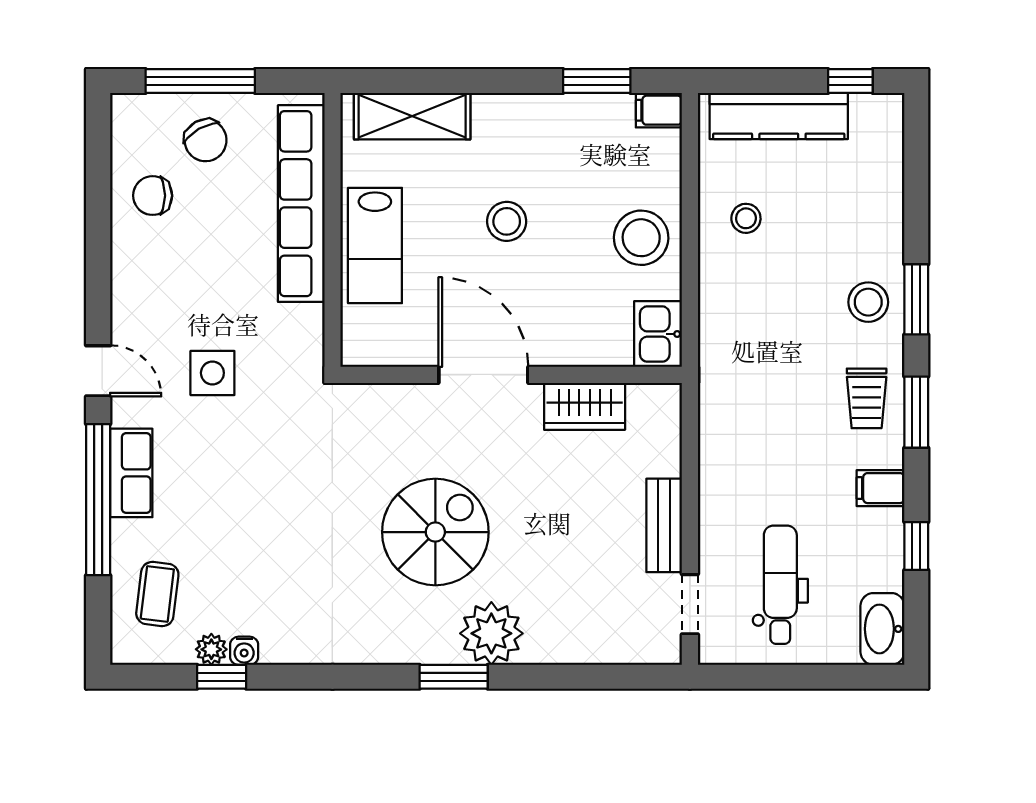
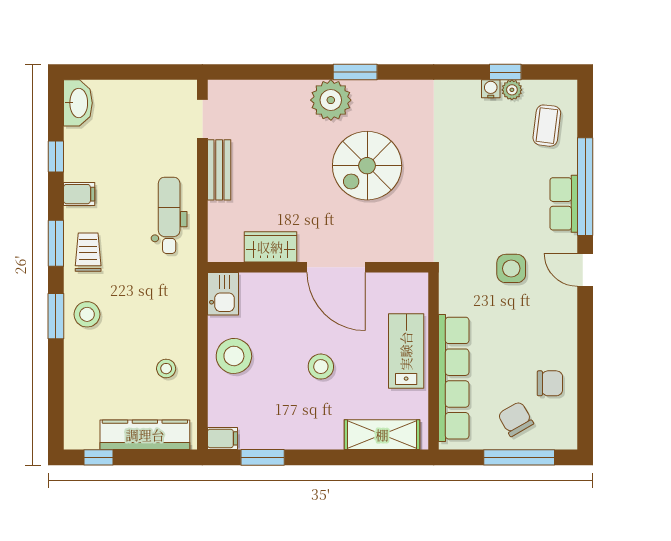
dental chair: (780, 585) -> (169, 215), moved, turned 180

